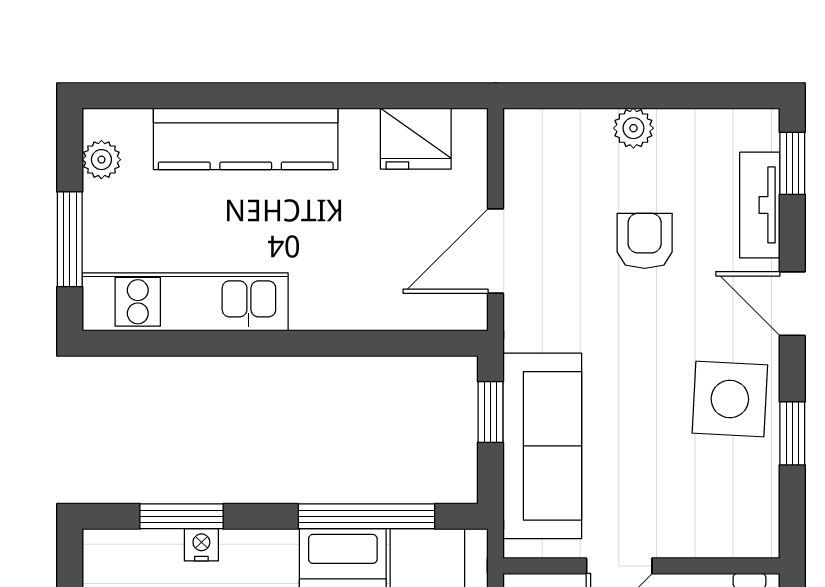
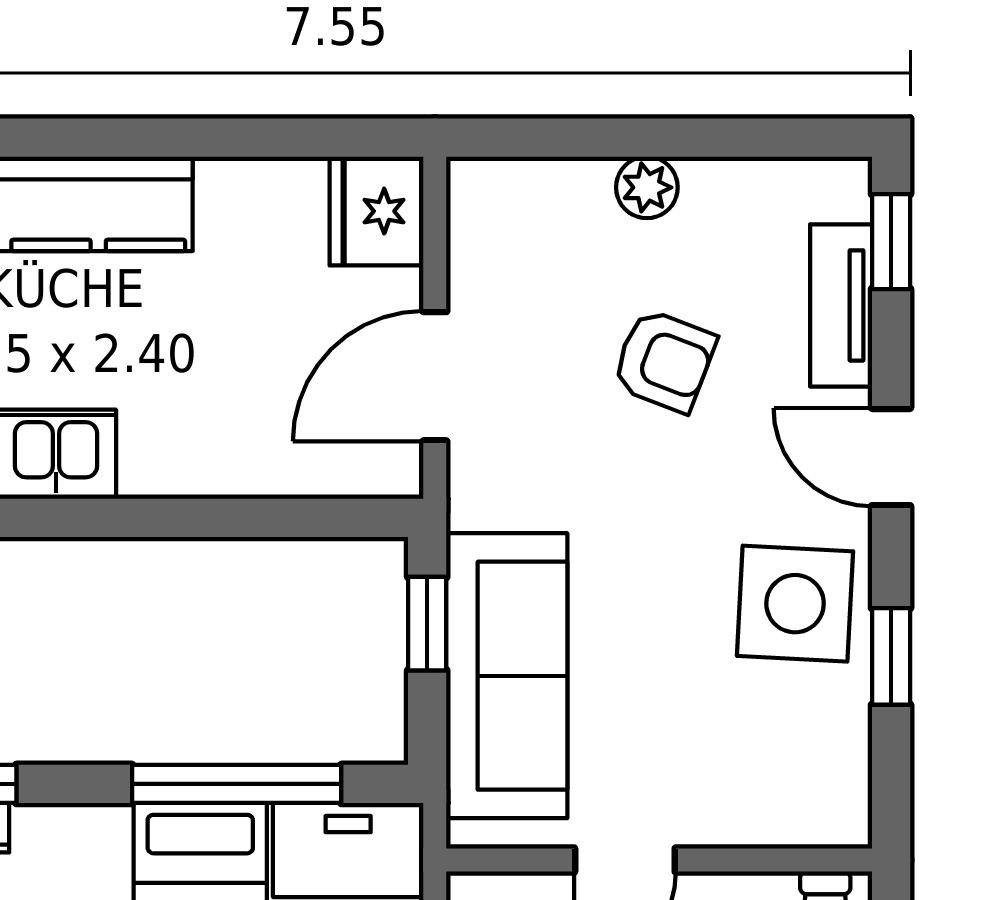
fridge: (416, 139) -> (377, 211), moved, turned 90
armchair: (645, 241) -> (664, 361), turned 111

